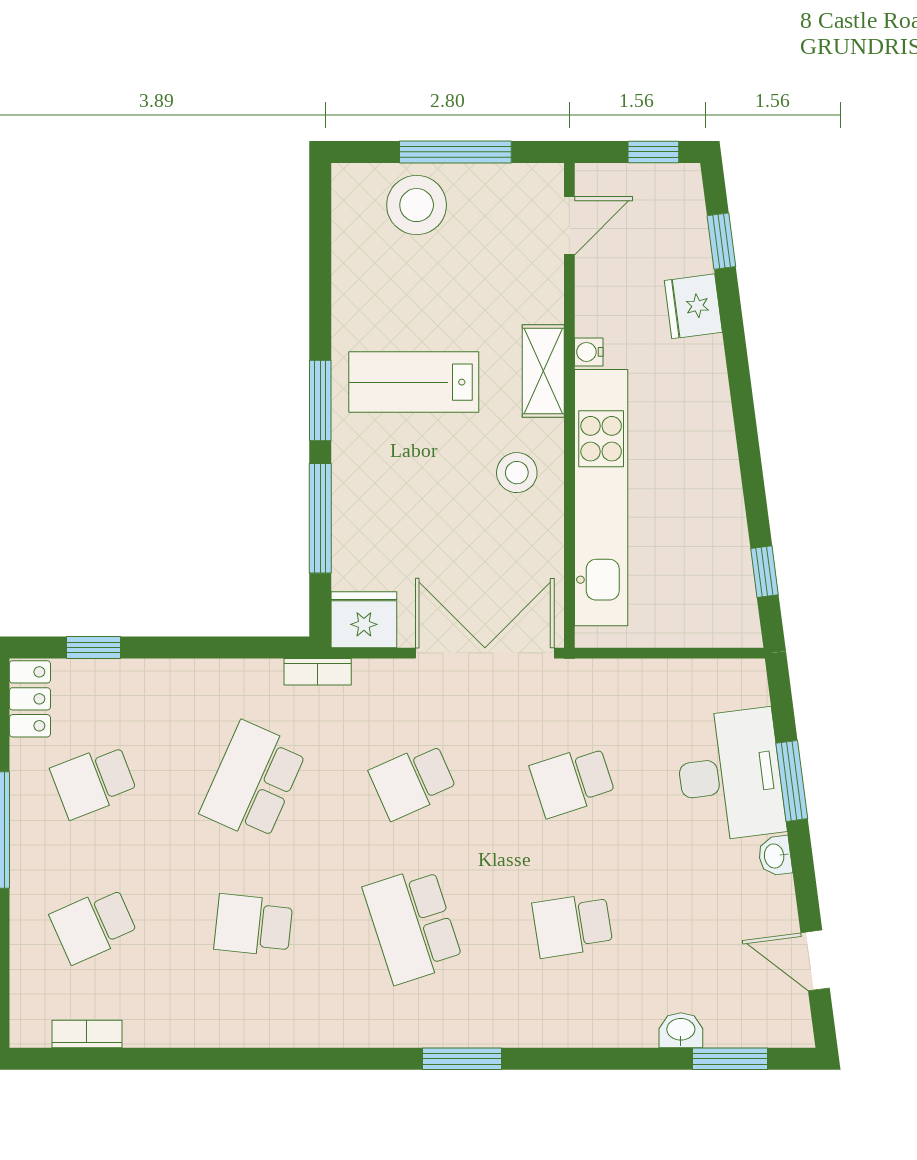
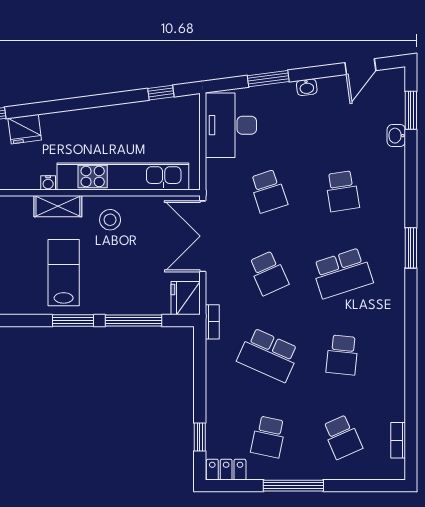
lab bench: (414, 382) -> (64, 273), turned 180
desk: (730, 775) -> (231, 125), moved, turned -83
school desk: (94, 781) -> (268, 437), turned 33

